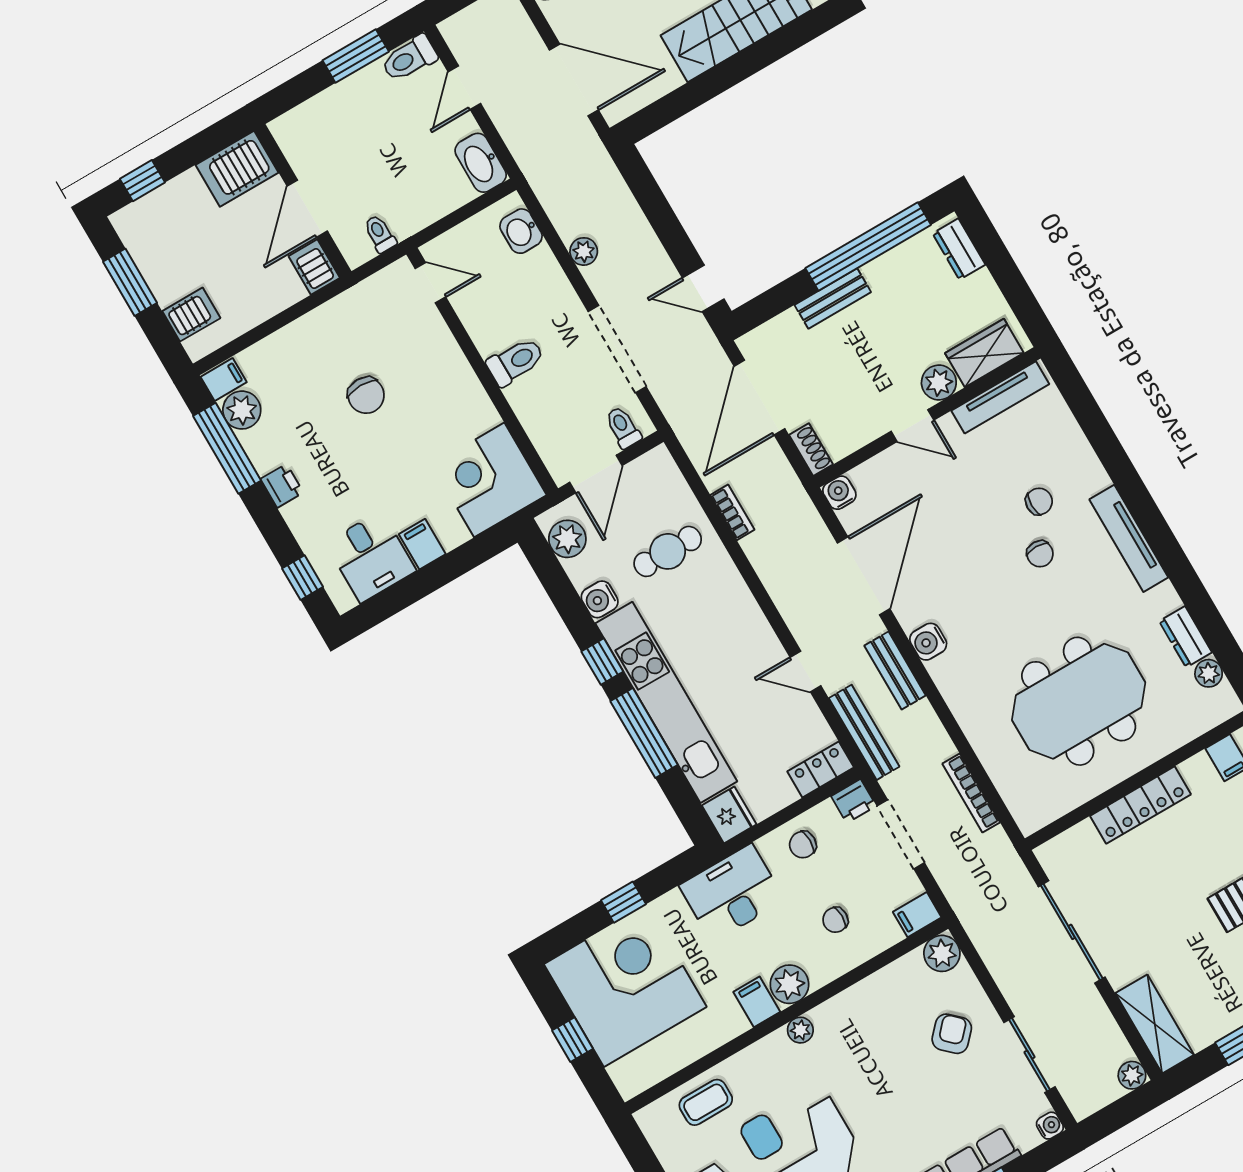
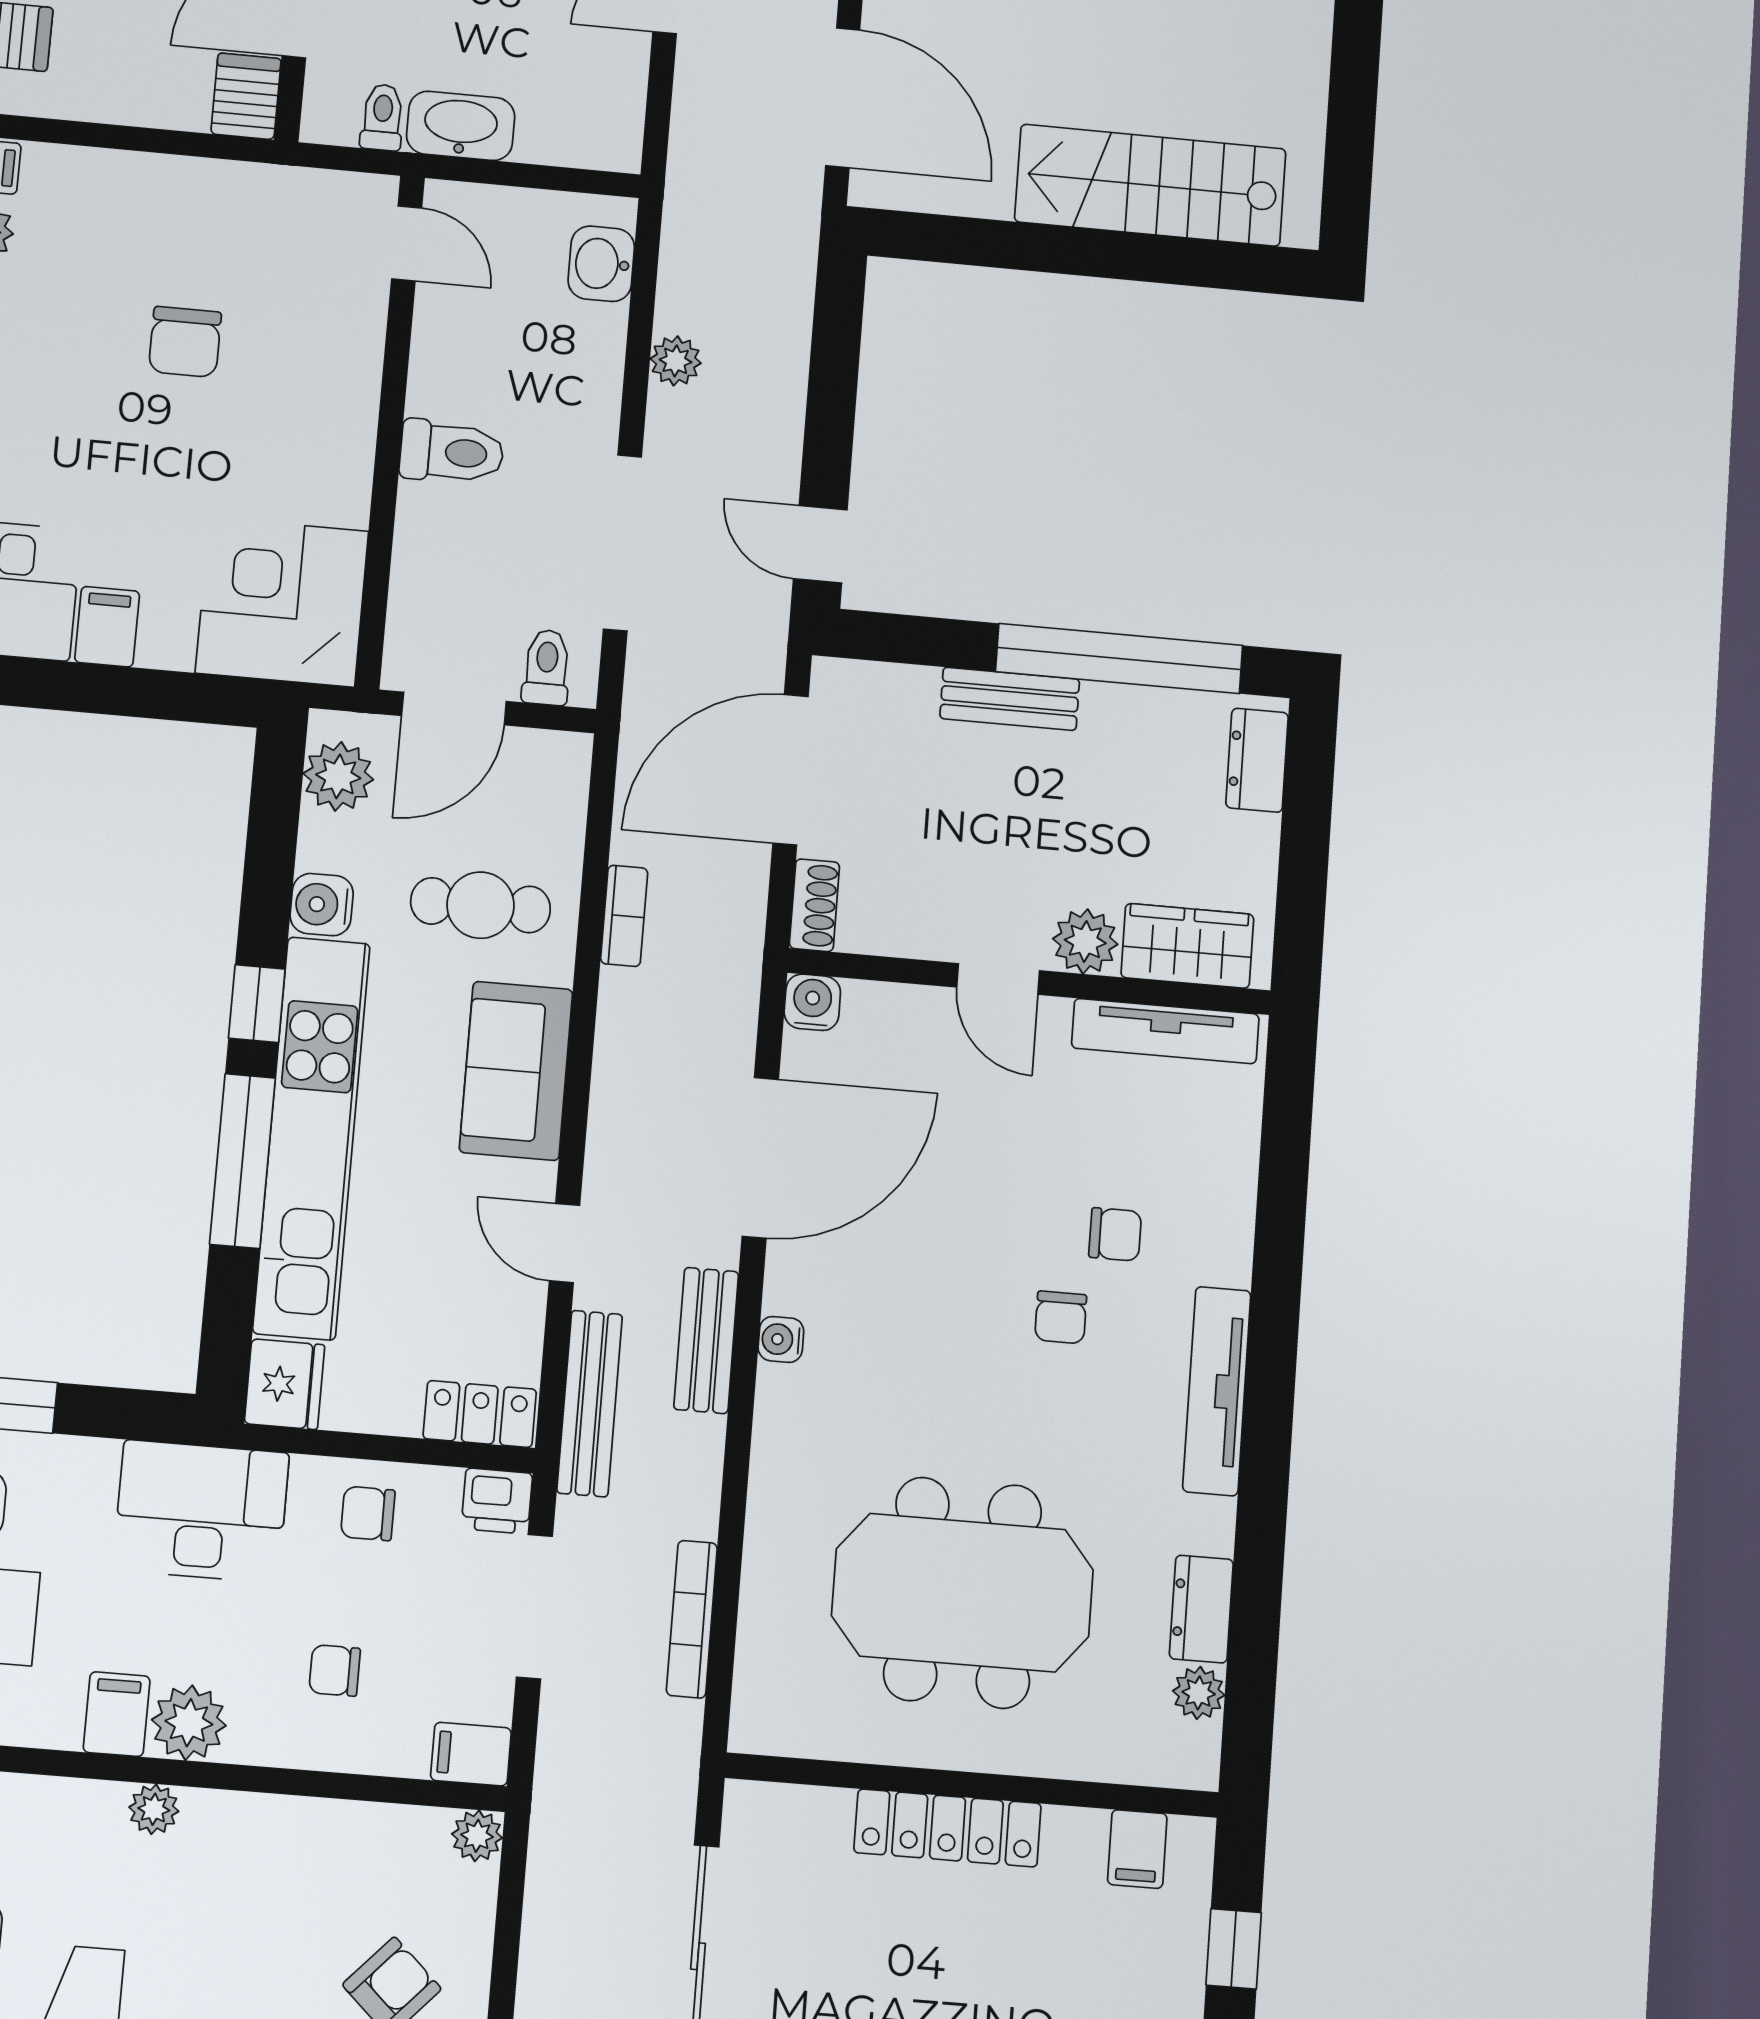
washbasin: (481, 163) -> (461, 126), moved, turned 90
sofa: (733, 612) -> (516, 1071), added
water cooler: (928, 642) -> (781, 1339), width x0.72, depth x0.72
plant: (942, 953) -> (477, 1836), width x0.73, depth x0.73

